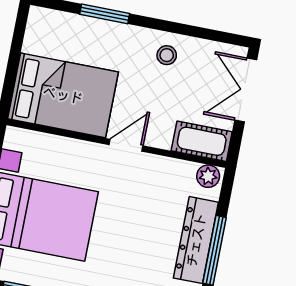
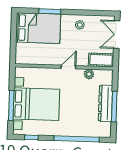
bed: (63, 95) -> (38, 28), moved
plant: (208, 176) -> (89, 74), moved

